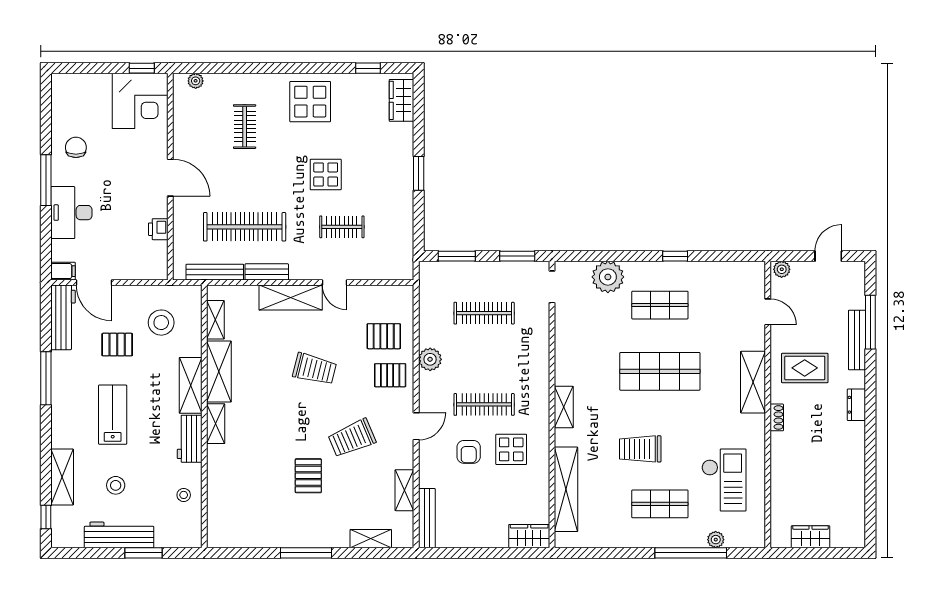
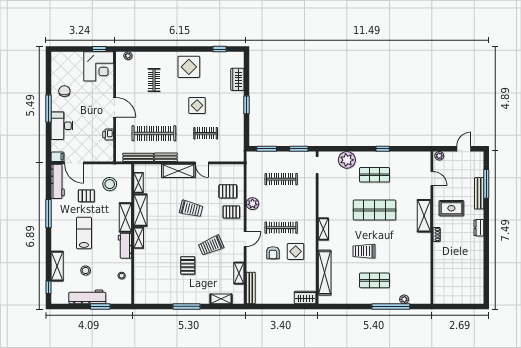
wardrobe: (402, 100) -> (237, 79), moved
checkout: (724, 480) -> (408, 268), removed
wardrobe: (811, 537) -> (454, 298), removed

